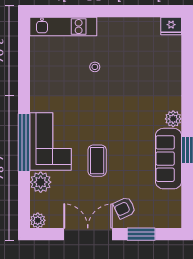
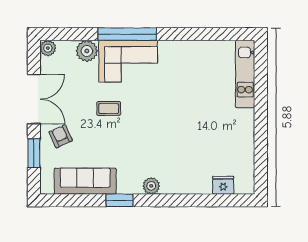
fridge: (171, 26) -> (223, 185), moved, turned 90
stool: (95, 67) -> (204, 106), removed
sofa: (169, 159) -> (85, 181), moved
coffee table: (97, 161) -> (109, 108), width x0.73, depth x0.77

